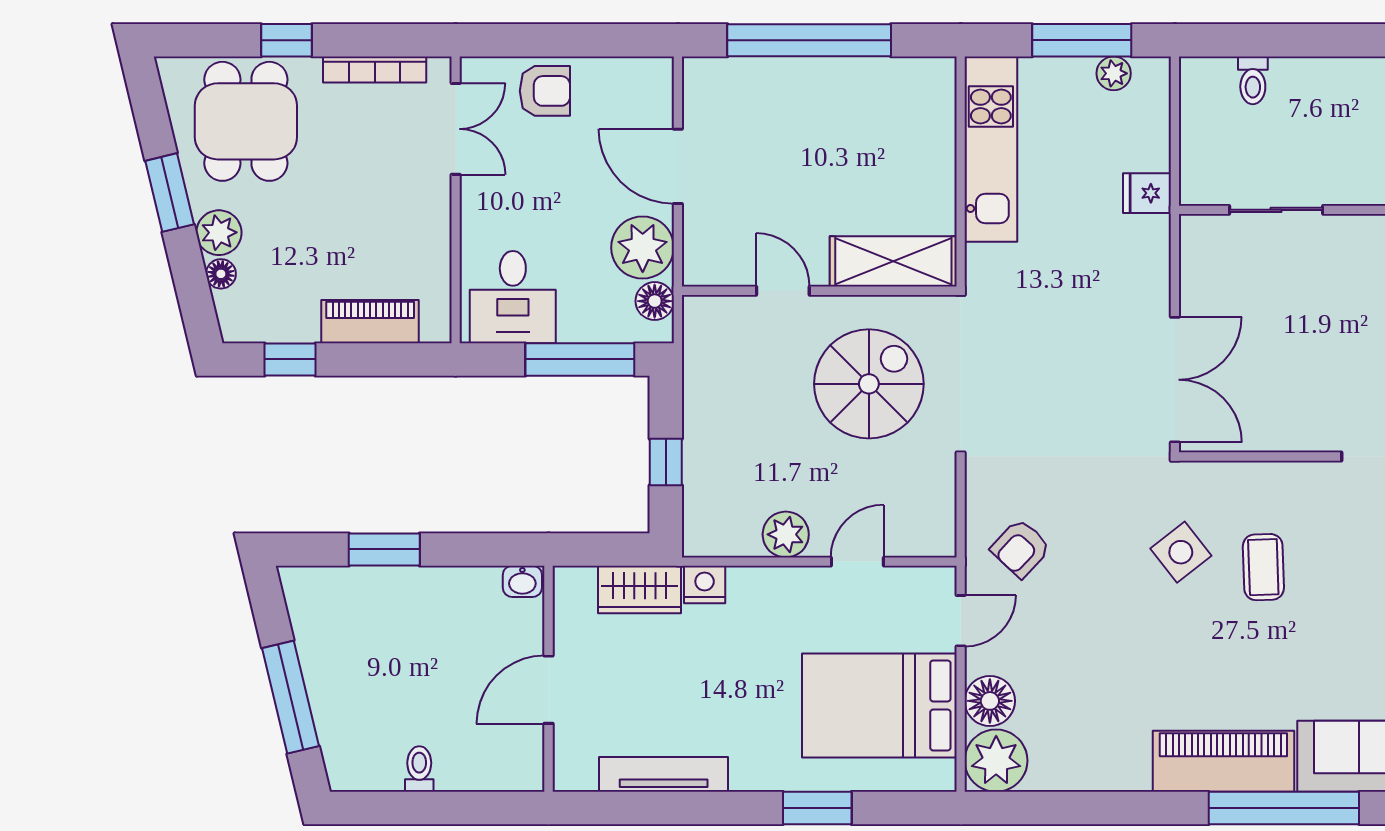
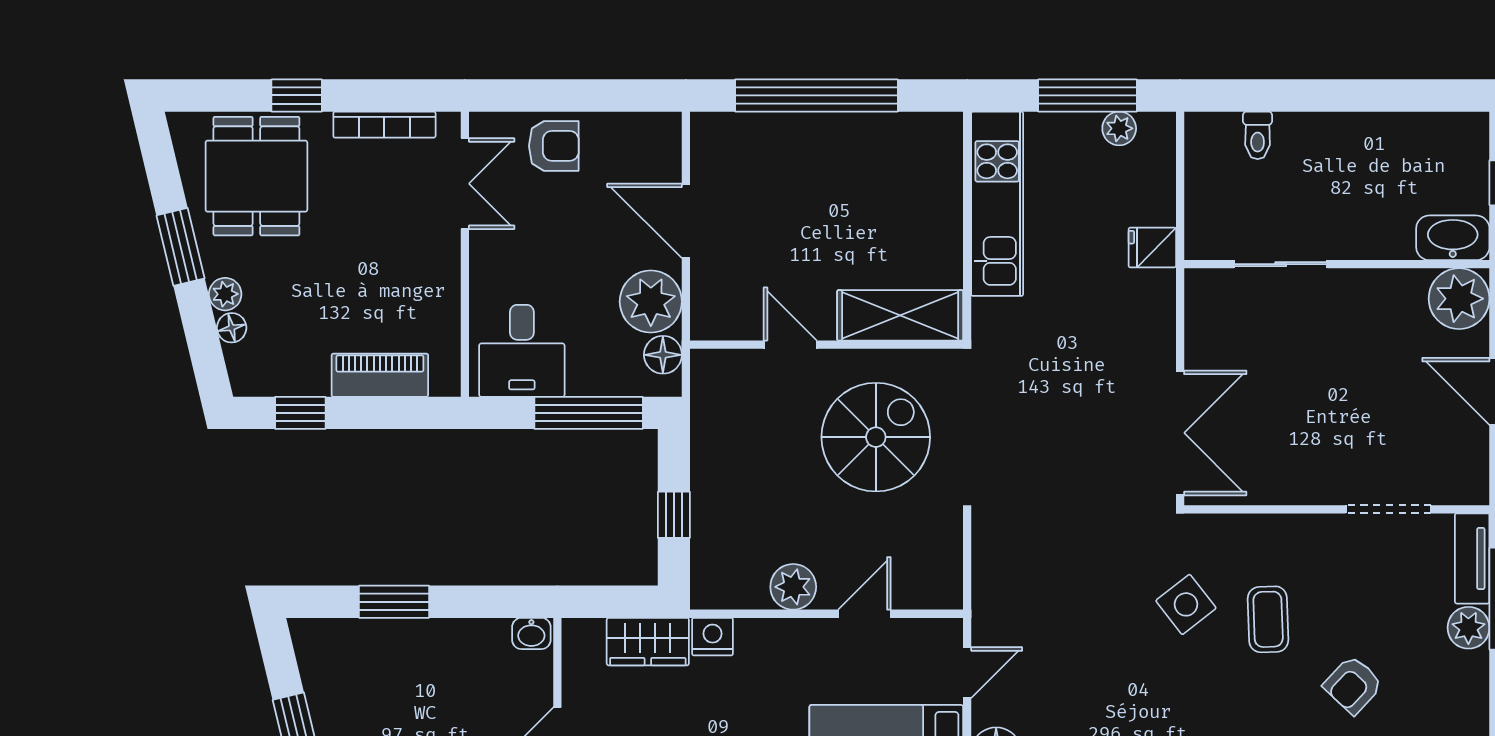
plant: (219, 233) -> (225, 294), width x0.73, depth x0.73
armchair: (1021, 548) -> (1353, 685), moved

